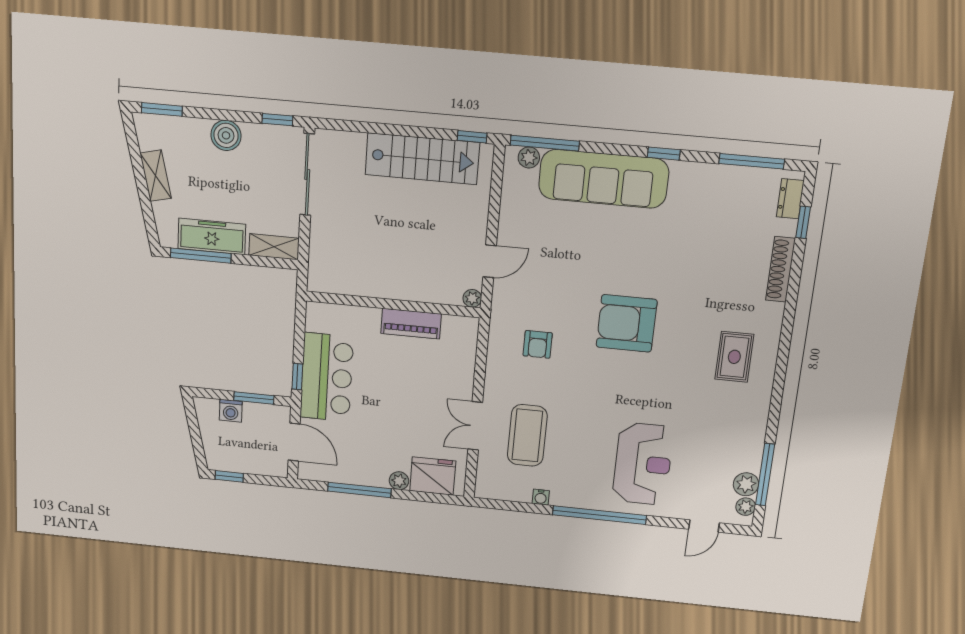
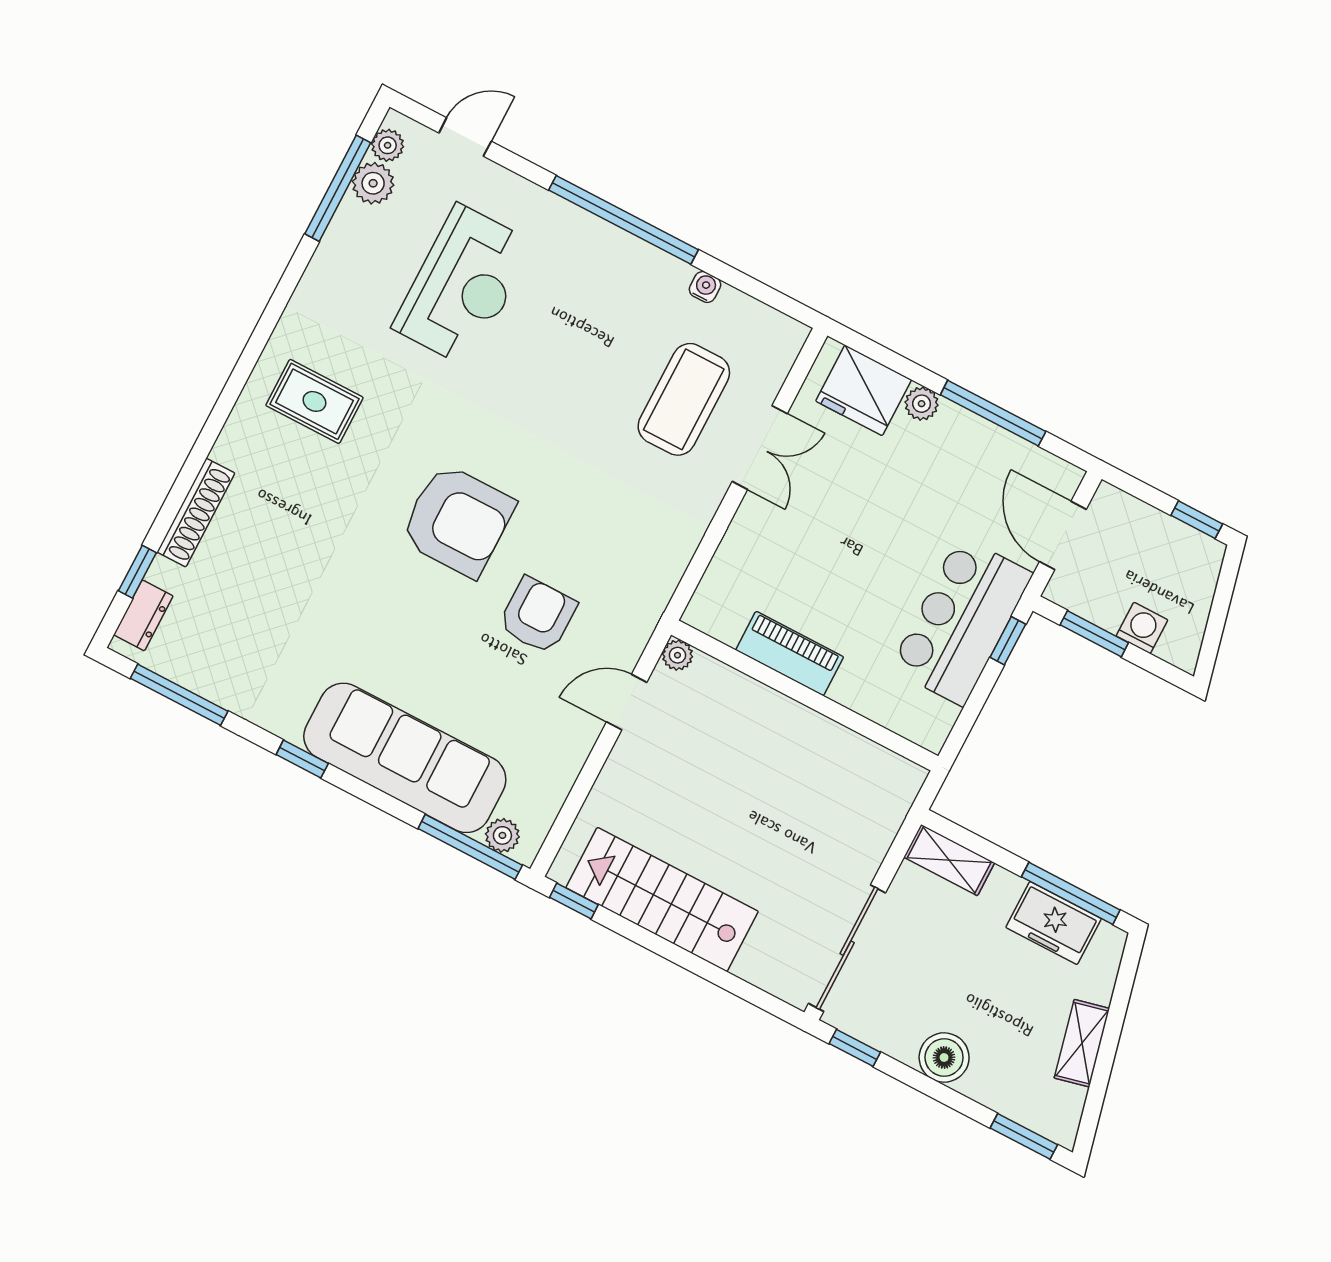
freezer: (212, 236) -> (1054, 923), width x0.71
armchair: (538, 344) -> (538, 615), moved, width x1.38, depth x1.38
rug: (734, 357) -> (314, 401), turned 90
reception desk: (643, 464) -> (463, 286), moved, turned 180

